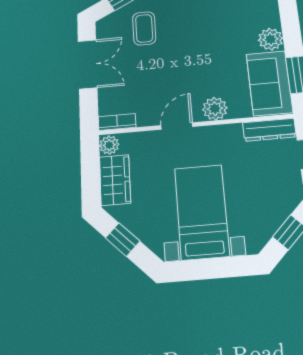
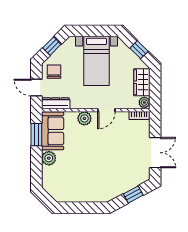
coffee table: (144, 28) -> (121, 172), removed
double door: (88, 64) -> (155, 153), swing flipped
chair: (279, 185) -> (54, 72), added

